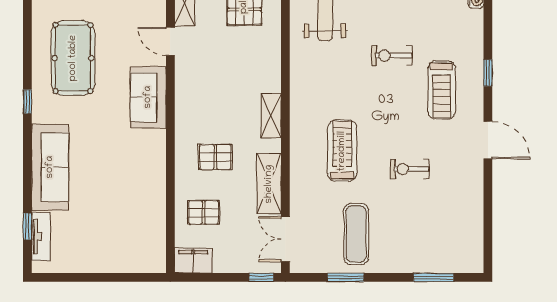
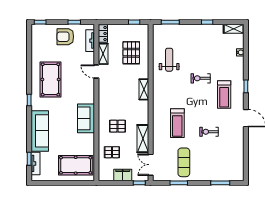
sofa: (148, 97) -> (86, 118), moved
shelving: (271, 116) -> (144, 89), moved
treadmill: (342, 151) -> (177, 123), turned 180
pool table: (126, 240) -> (76, 165), added
filing cabinet: (193, 261) -> (123, 175), moved

